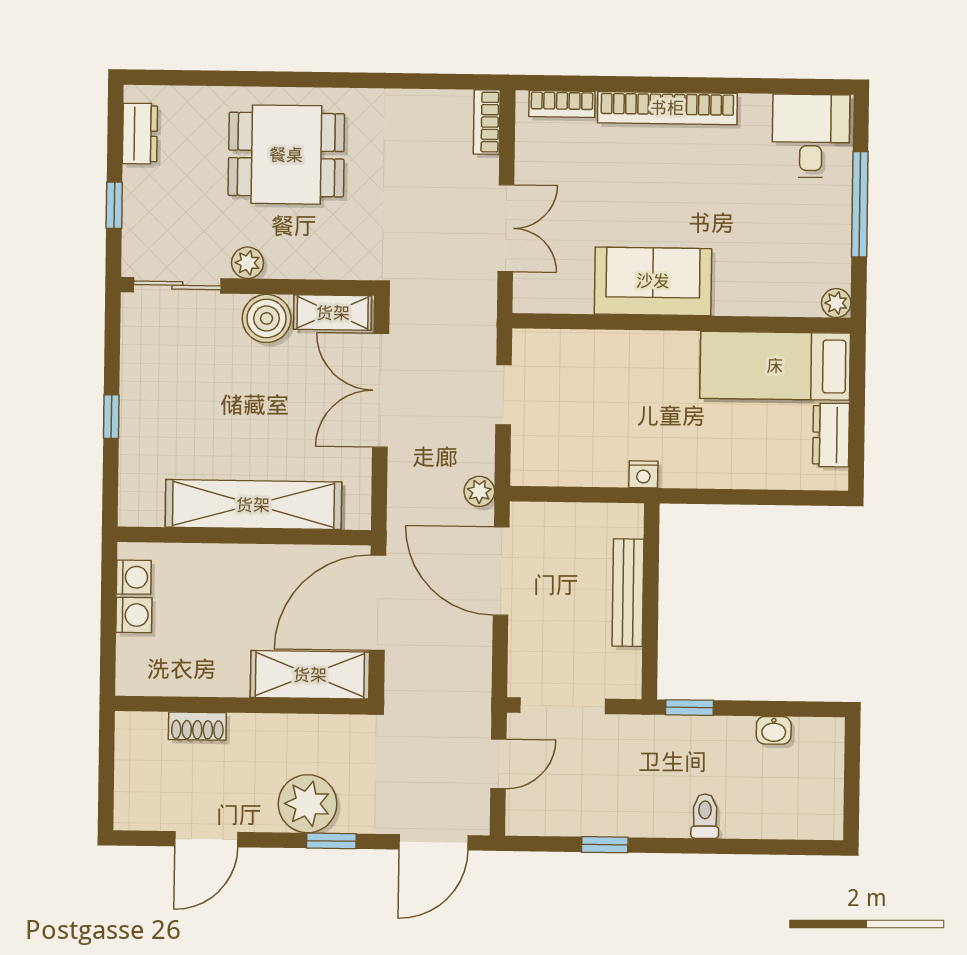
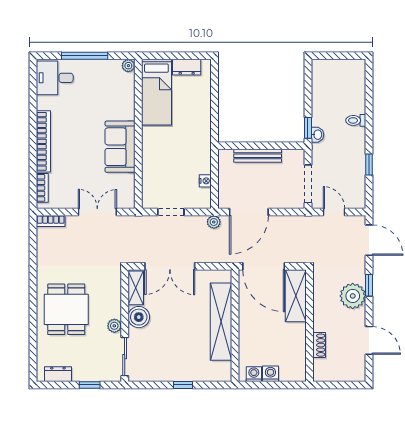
nightstand: (643, 474) -> (205, 181), moved
washbasin: (774, 730) -> (317, 135), moved

